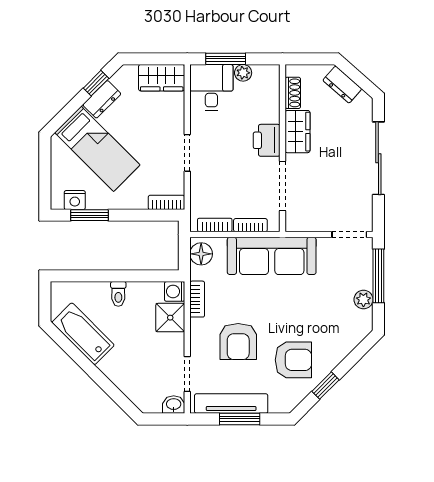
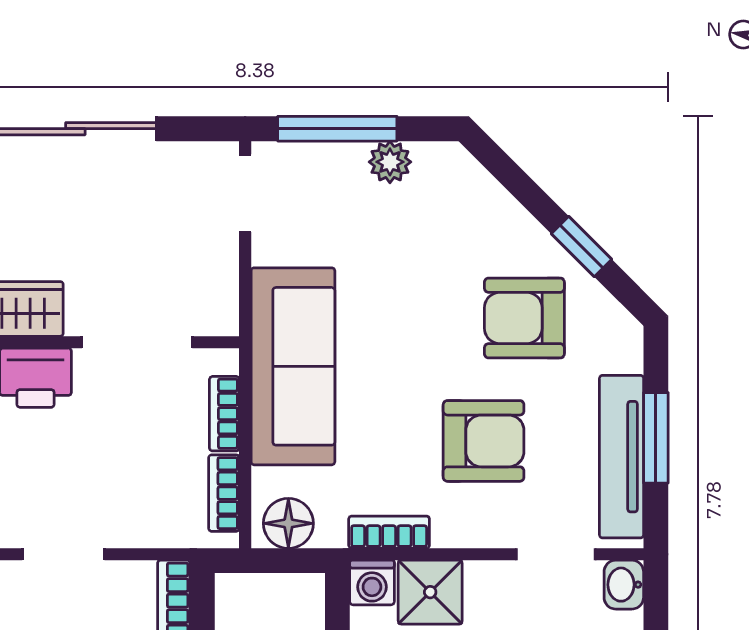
armchair: (293, 360) -> (524, 318), turned -90

